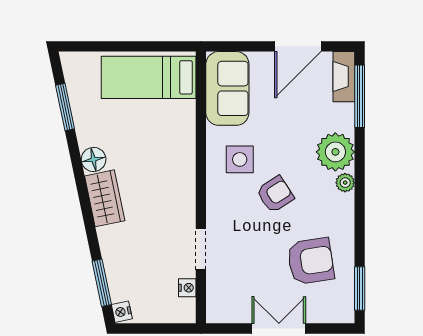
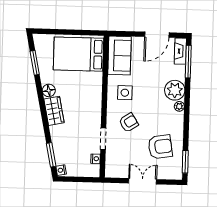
bed: (149, 77) -> (79, 54), width x1.50
armchair: (275, 194) -> (129, 123), moved

